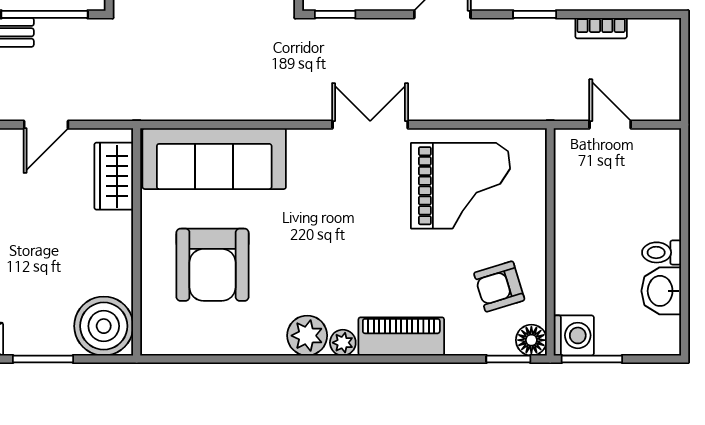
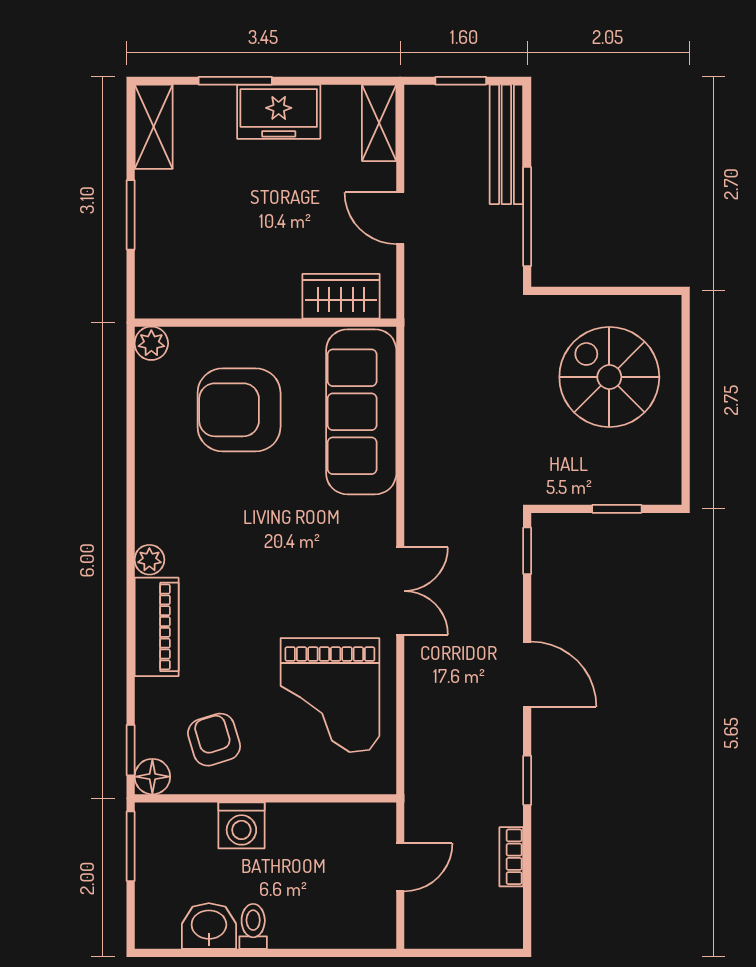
boiler: (104, 326) -> (169, 285), removed
washing machine: (574, 335) -> (241, 825), moved
plant: (307, 336) -> (151, 343), moved, width x0.73, depth x0.73

